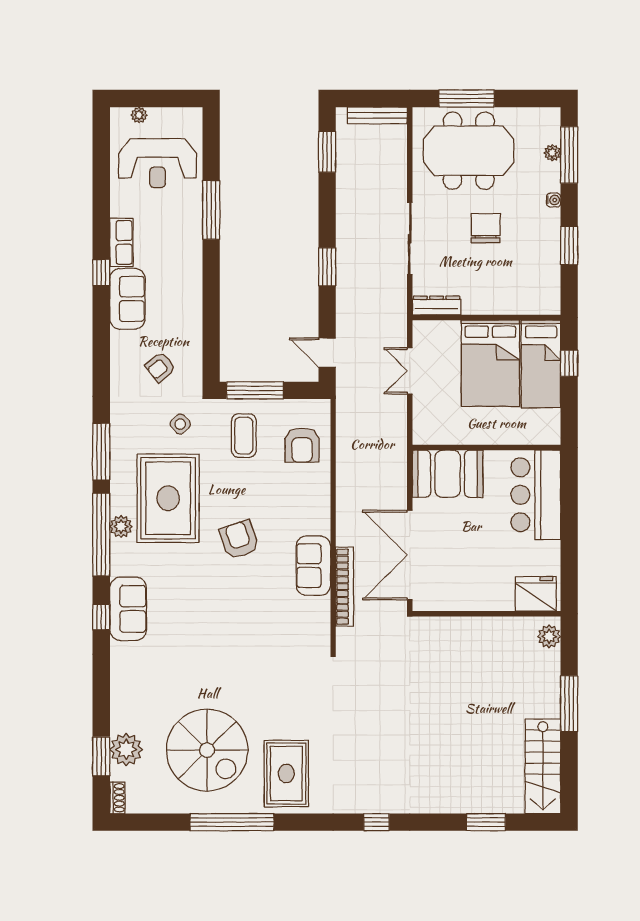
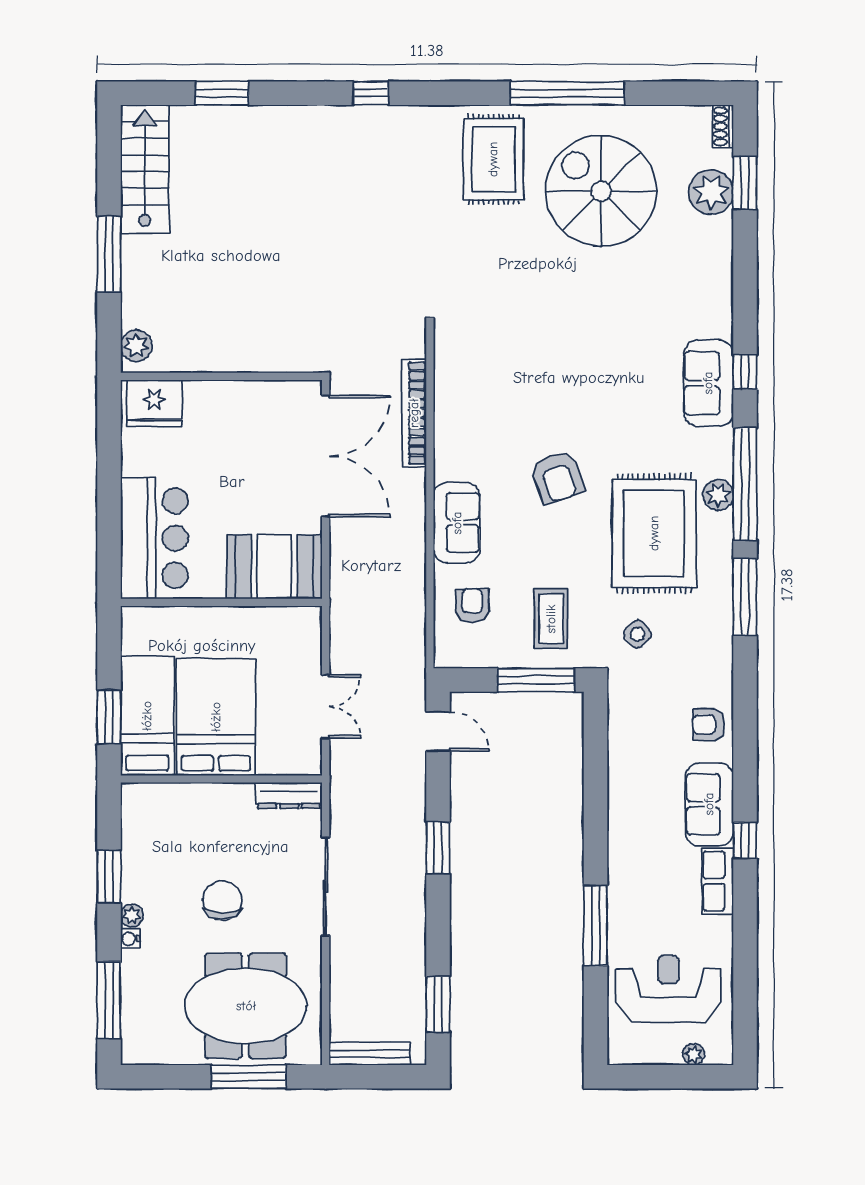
plant: (552, 153) -> (132, 915), moved
chair: (486, 228) -> (222, 900), turned 180
window: (569, 363) -> (109, 717), width x1.50
armchair: (160, 367) -> (709, 724), moved, turned -141
armchair: (302, 445) -> (472, 606), width x0.72, depth x0.72
sofa: (313, 566) -> (457, 523), moved

